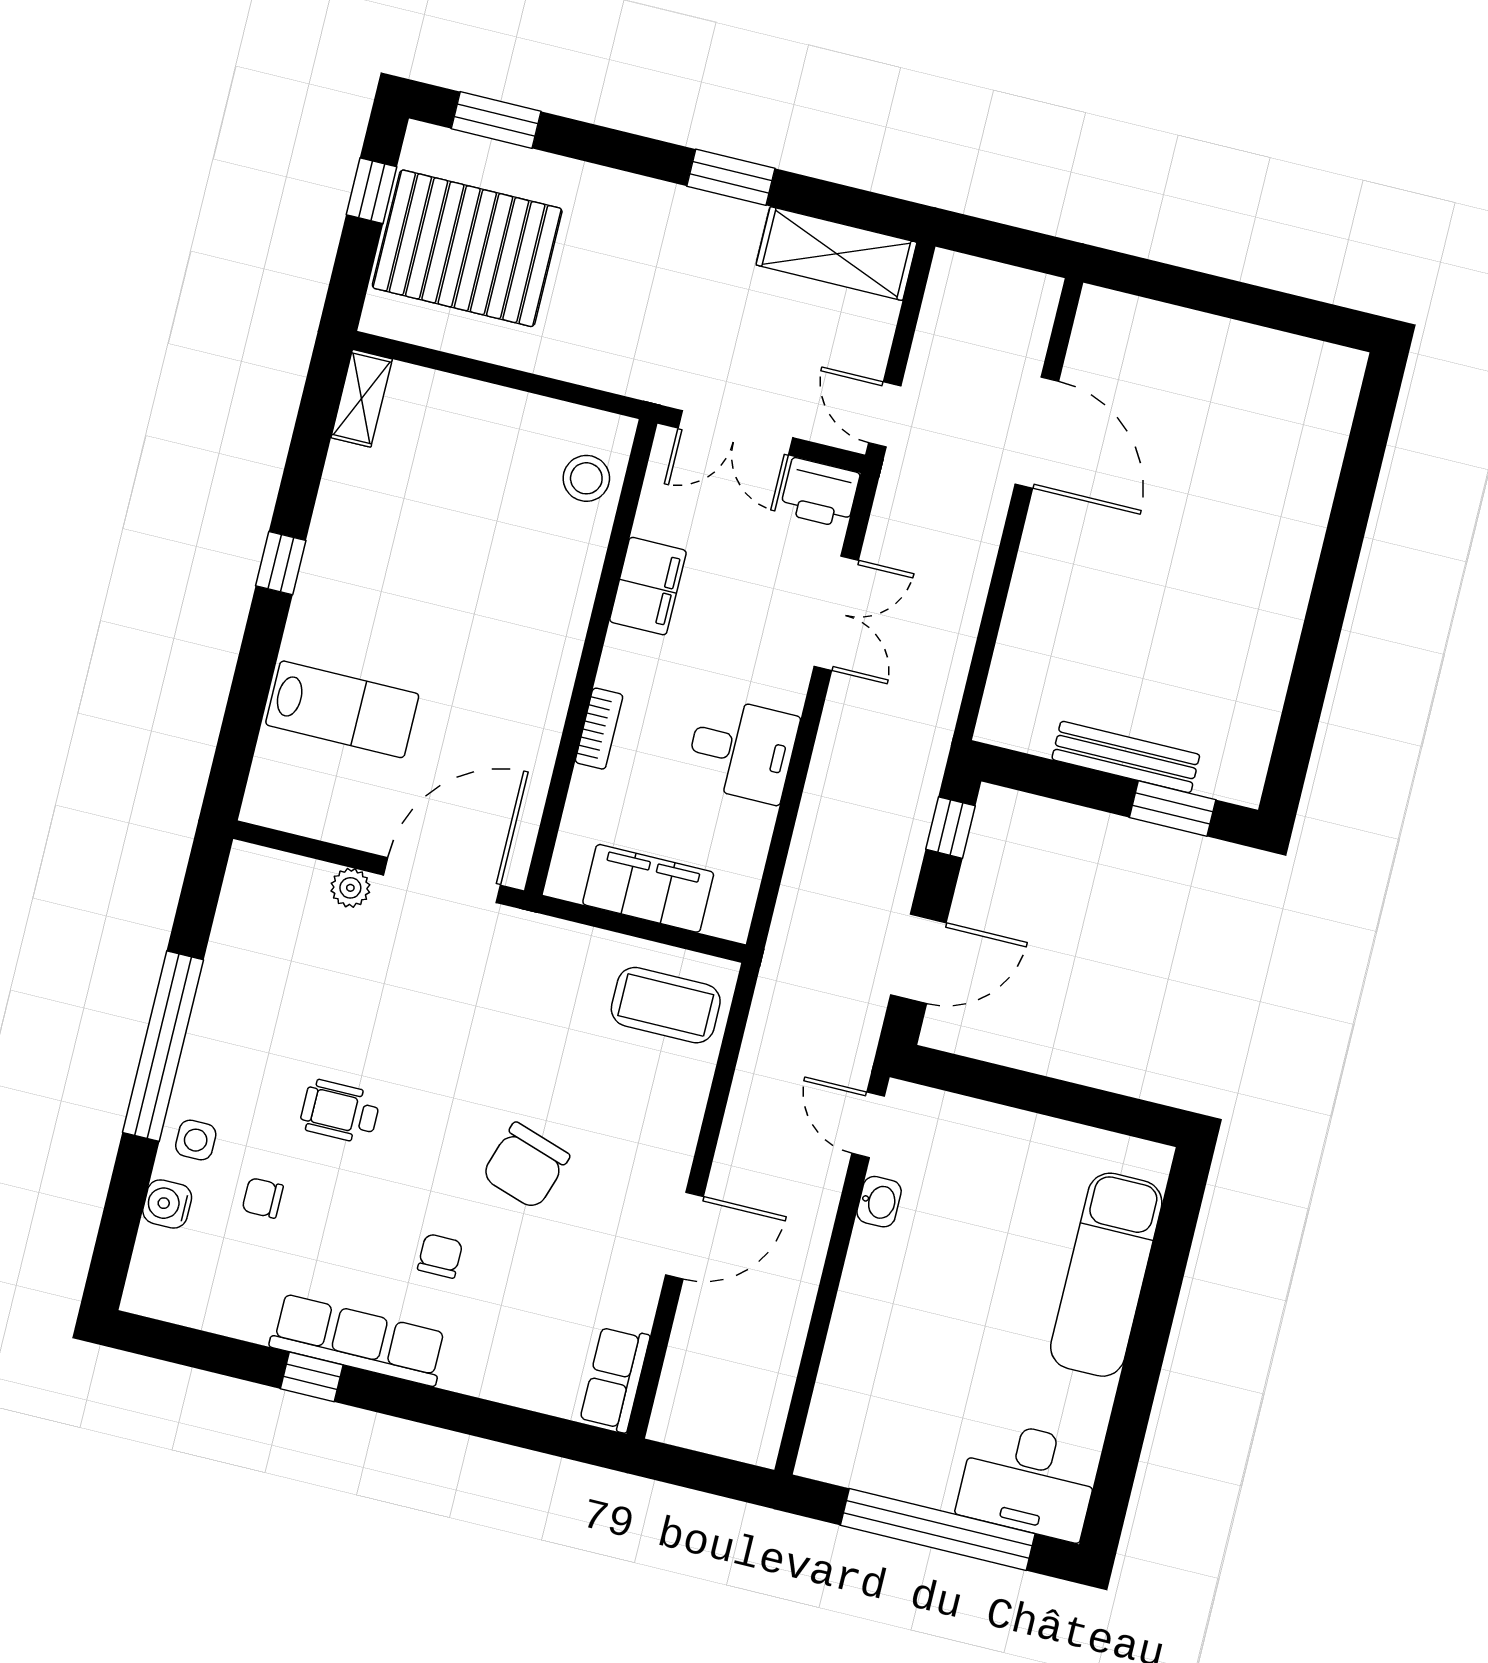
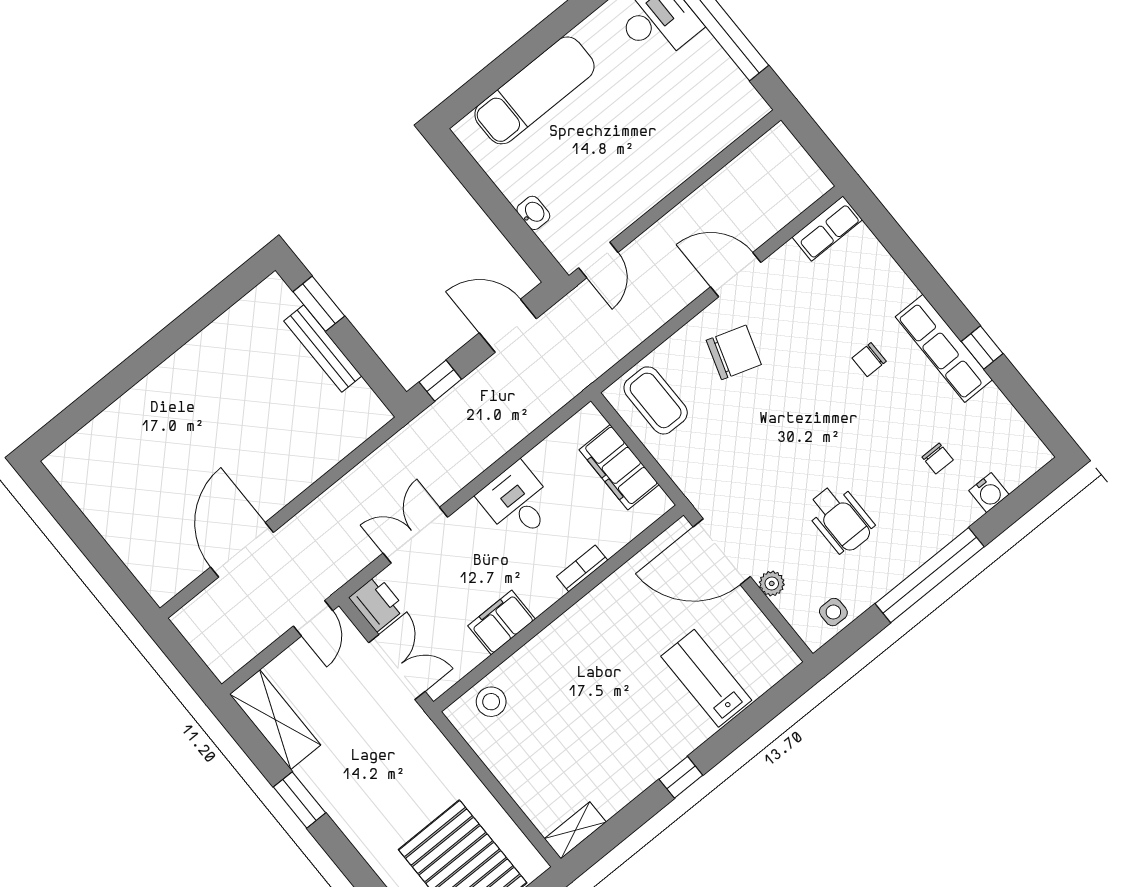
wheelchair: (340, 1111) -> (840, 519), moved, width x1.36, depth x1.37
side table: (196, 1140) -> (833, 612), moved
chair: (526, 1166) -> (734, 352), moved
washbasin: (879, 1202) -> (533, 213), moved, turned 90

